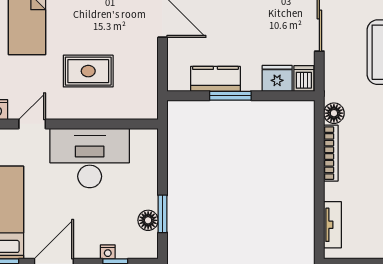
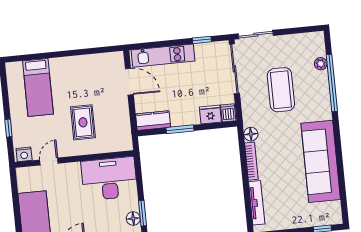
rug: (88, 71) -> (83, 122), turned 90
kitchen counter: (215, 79) -> (153, 121), moved
desk: (90, 158) -> (109, 179), moved
tv unit: (333, 225) -> (257, 203), width x1.41

